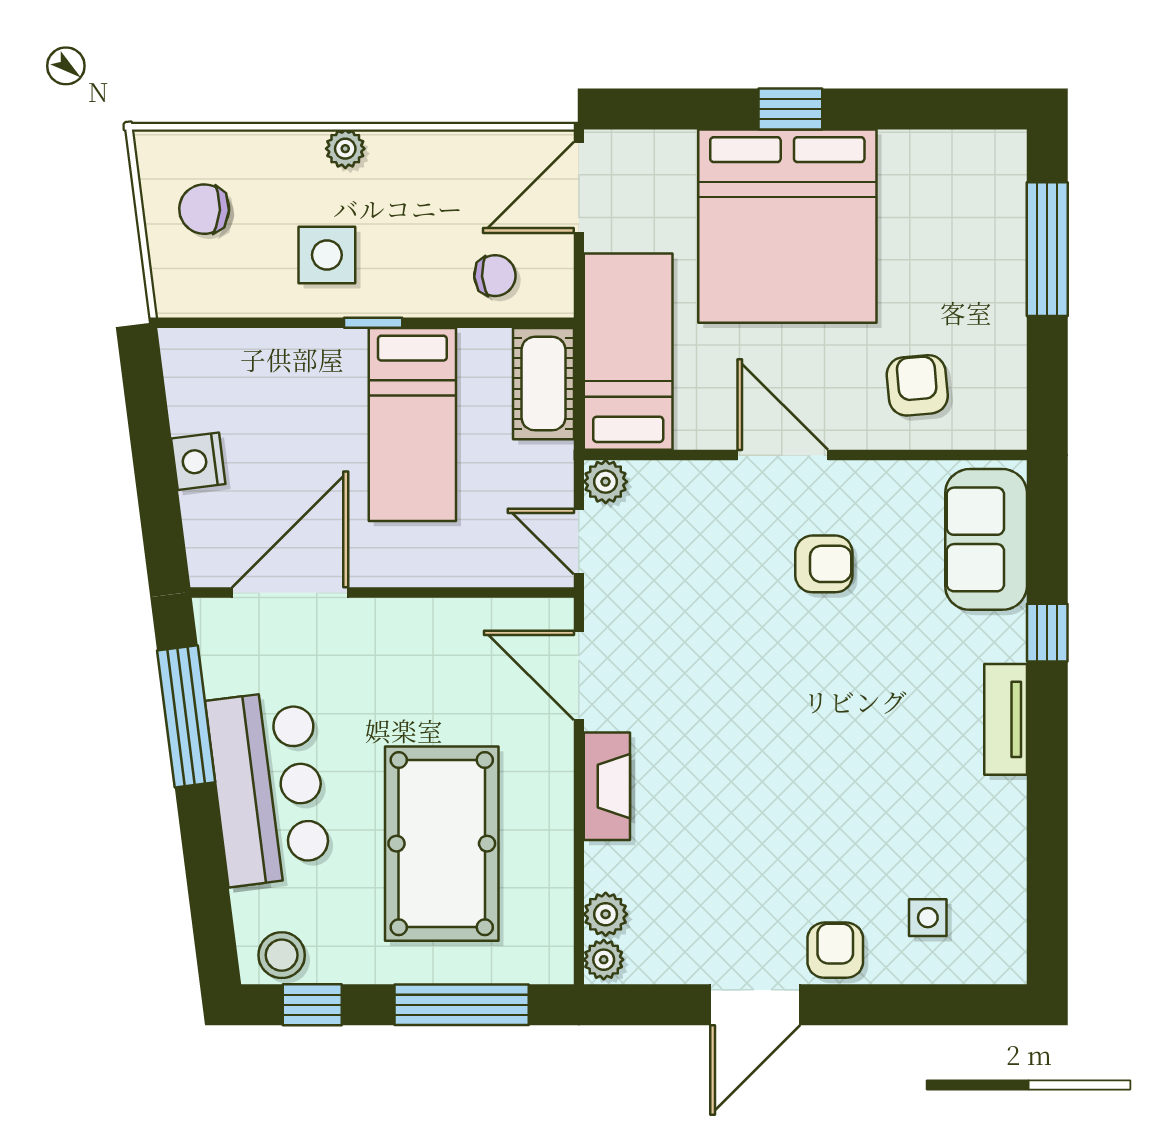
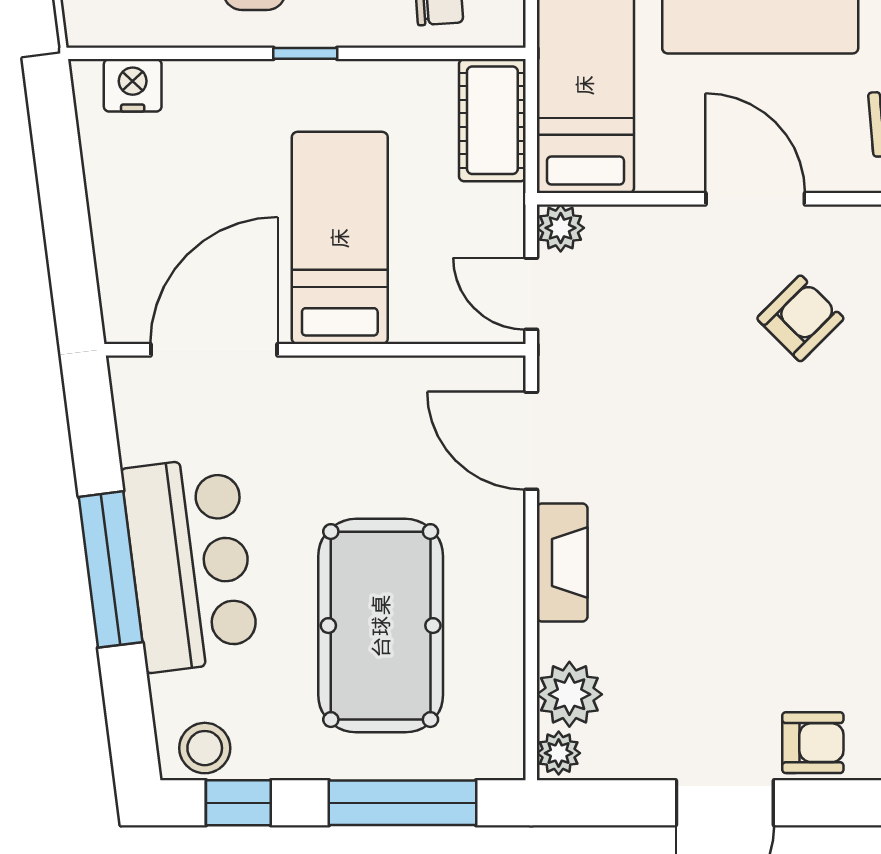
bed: (412, 424) -> (340, 238), moved, turned 180
nightstand: (198, 461) -> (133, 85), moved, turned 97
armchair: (824, 564) -> (800, 318), turned -45
window: (186, 716) -> (111, 569), moved
plant: (606, 914) -> (569, 694), width x1.38, depth x1.38
armchair: (835, 950) -> (813, 743), turned 90

